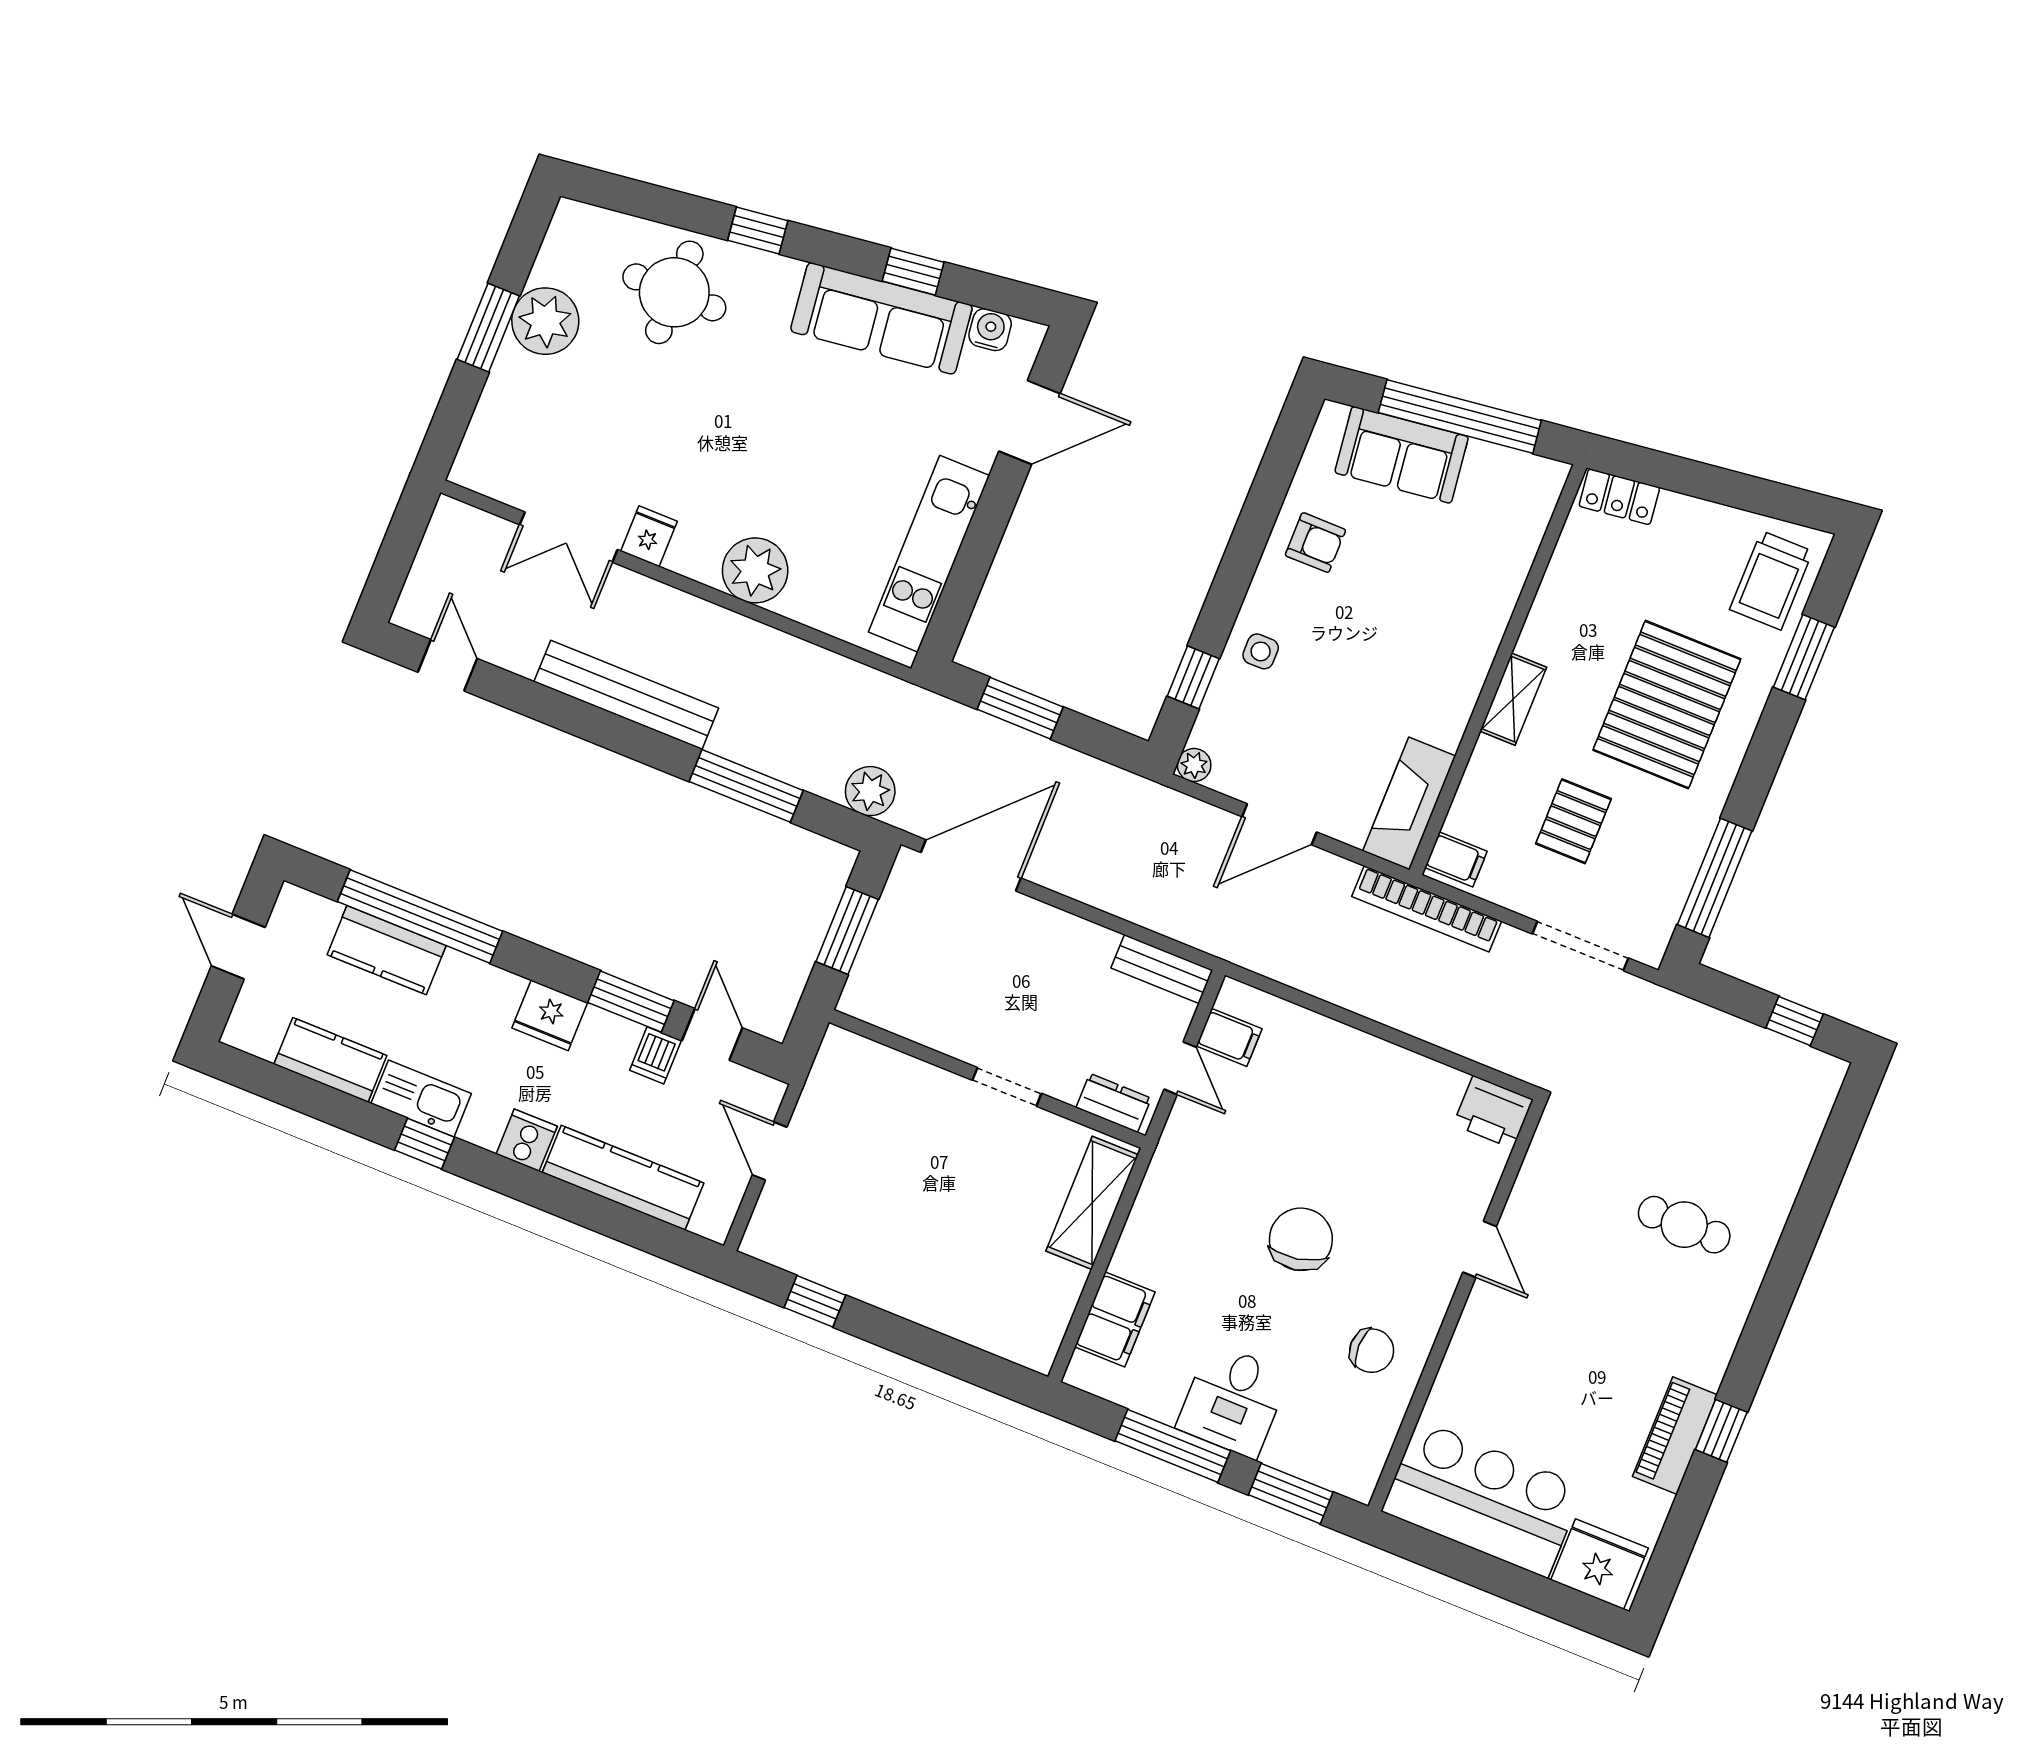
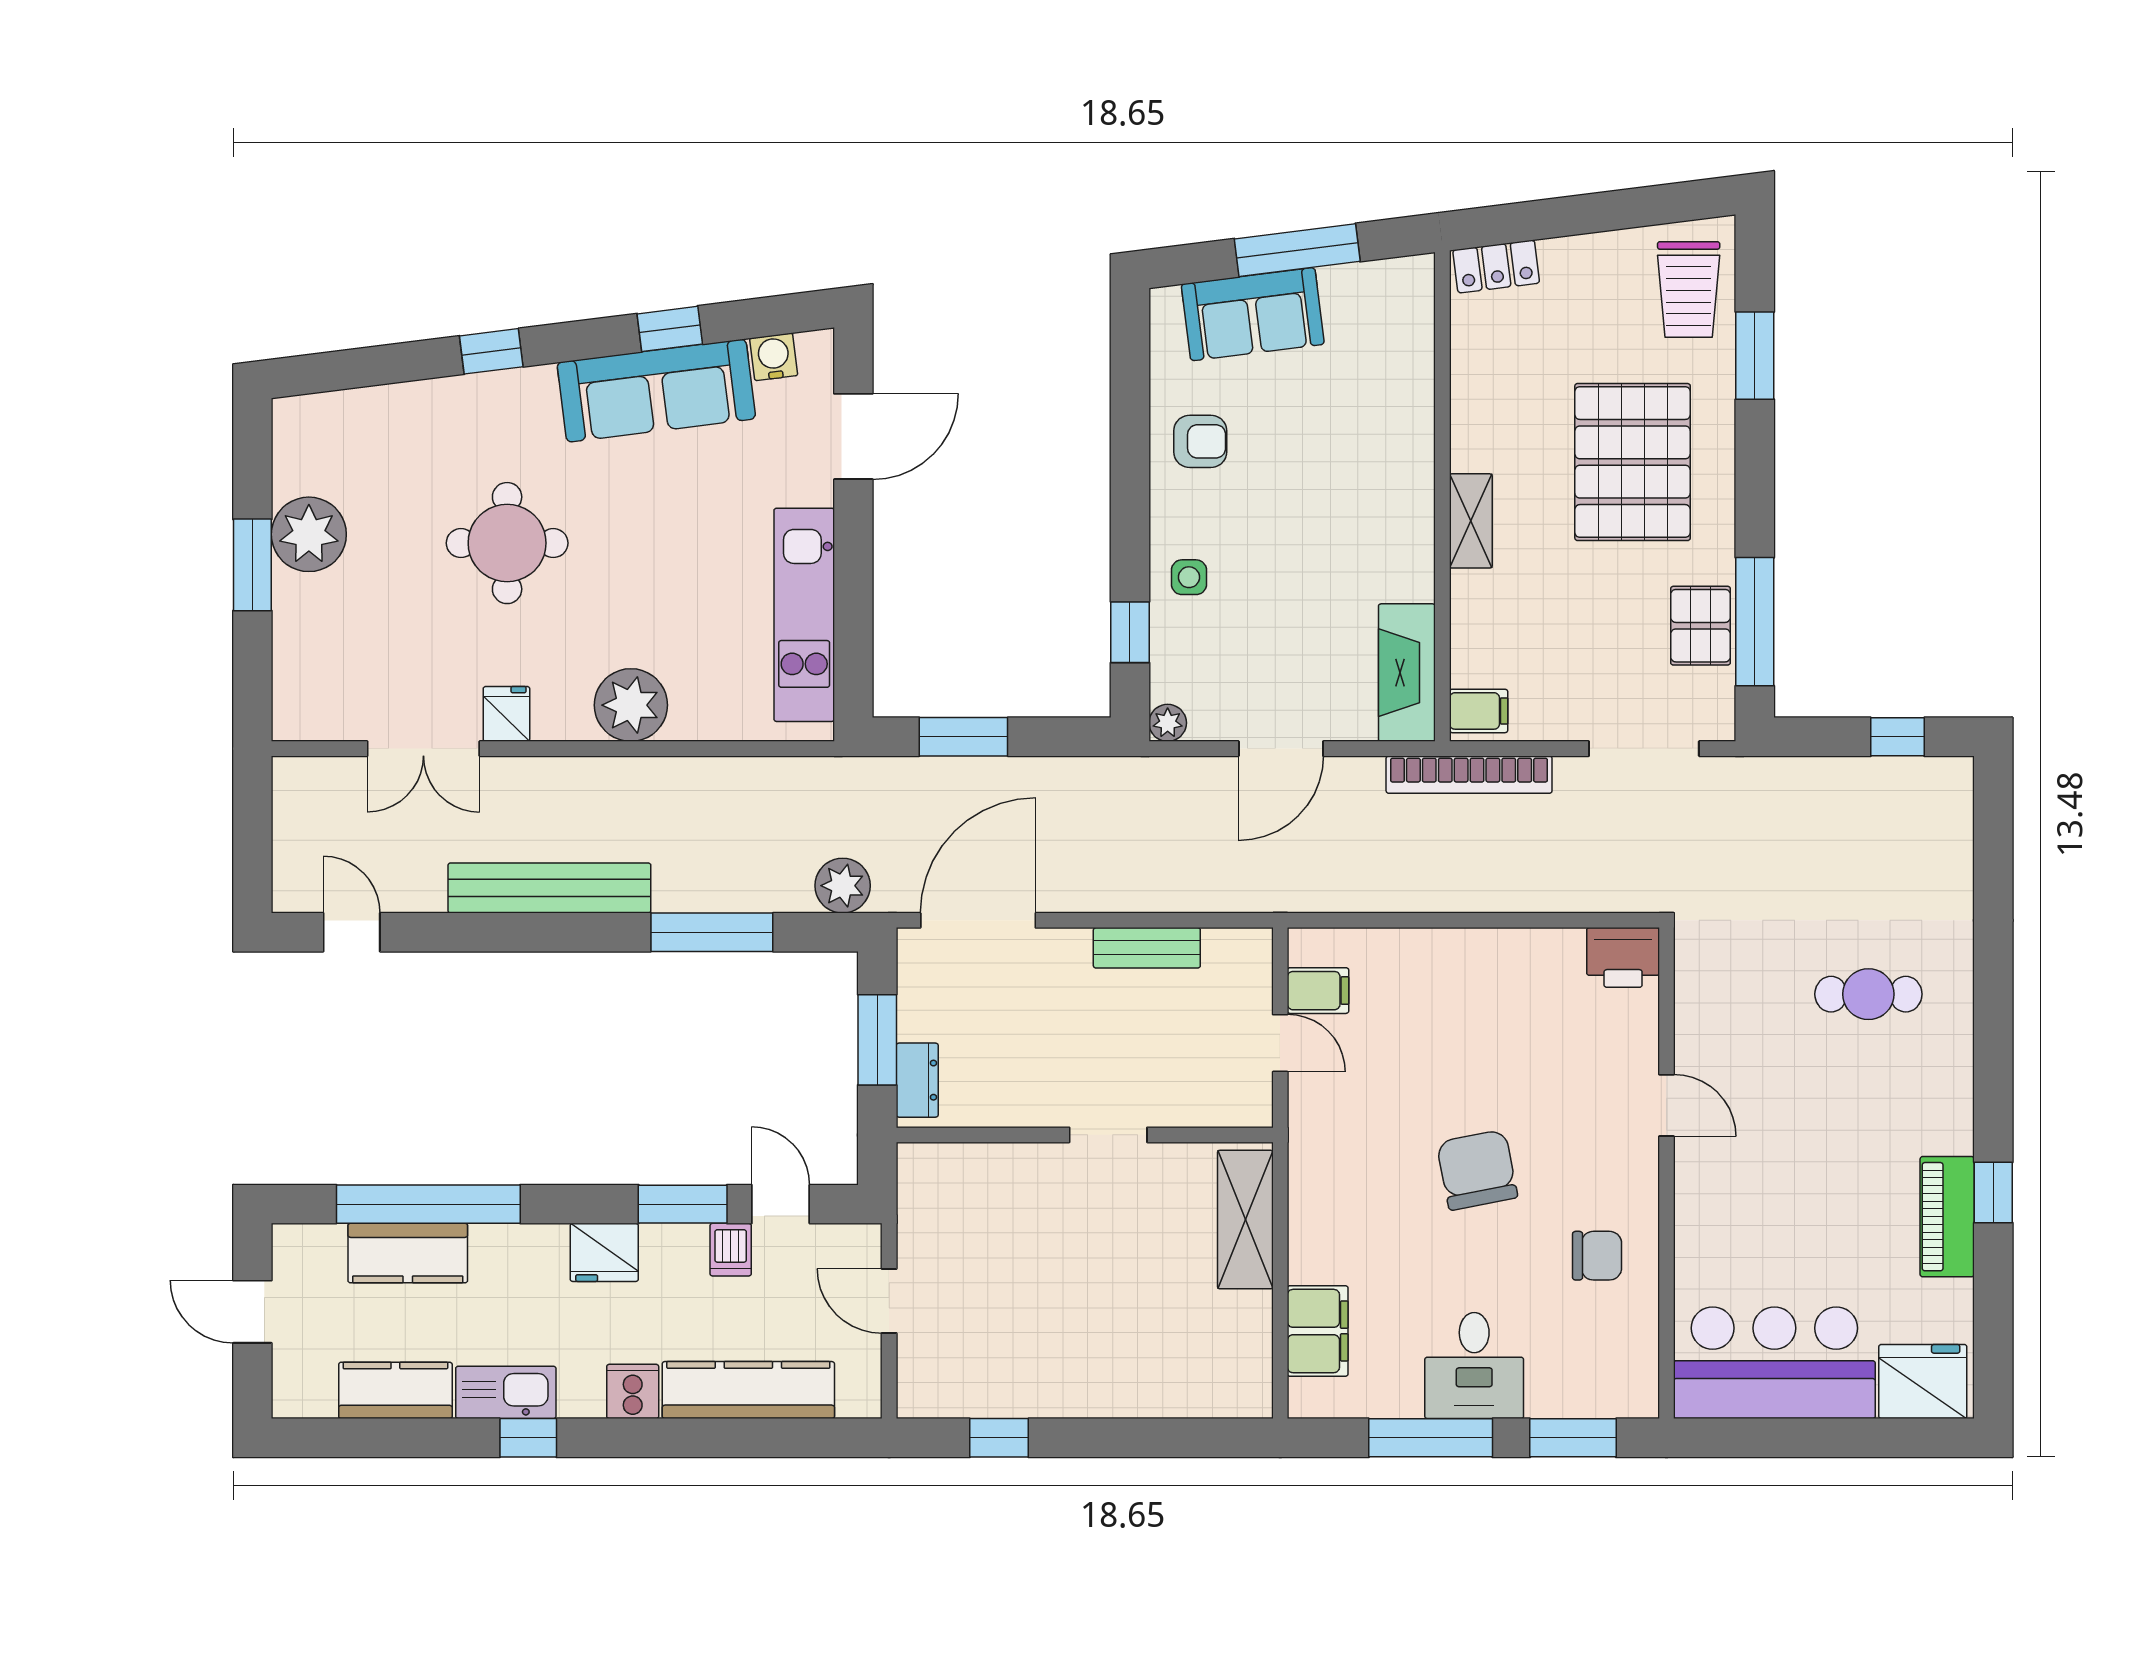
round table: (674, 292) -> (507, 543), moved
window: (1460, 417) -> (1297, 250), width x0.68
pallet: (1573, 821) -> (1701, 626), moved
bench: (1162, 969) -> (1147, 948), moved
dresser: (1114, 1103) -> (917, 1080), moved, turned 90

